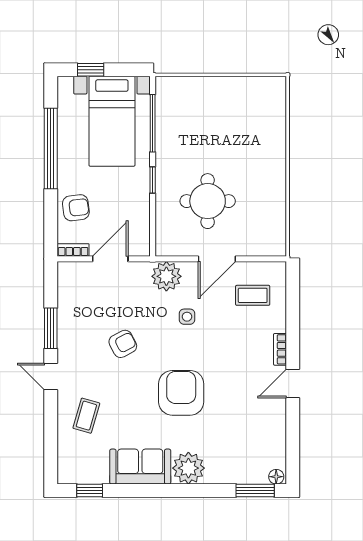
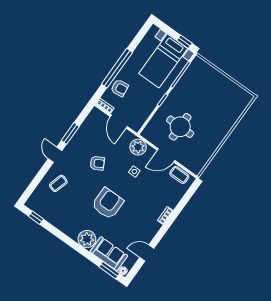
window: (91, 70) -> (184, 42), moved
window: (51, 148) -> (117, 68), moved
door: (110, 259) -> (119, 121), swing flipped
coffee table: (253, 295) -> (179, 175), moved
door: (293, 384) -> (147, 253), moved
sofa: (140, 467) -> (109, 254), moved

